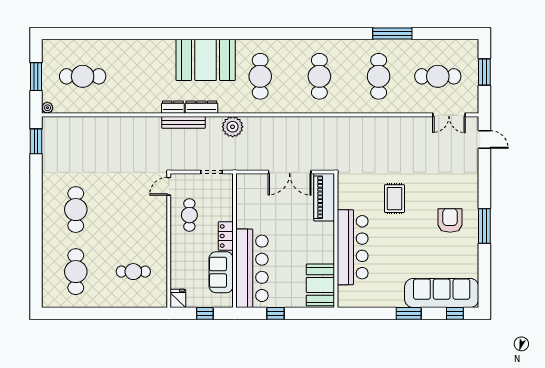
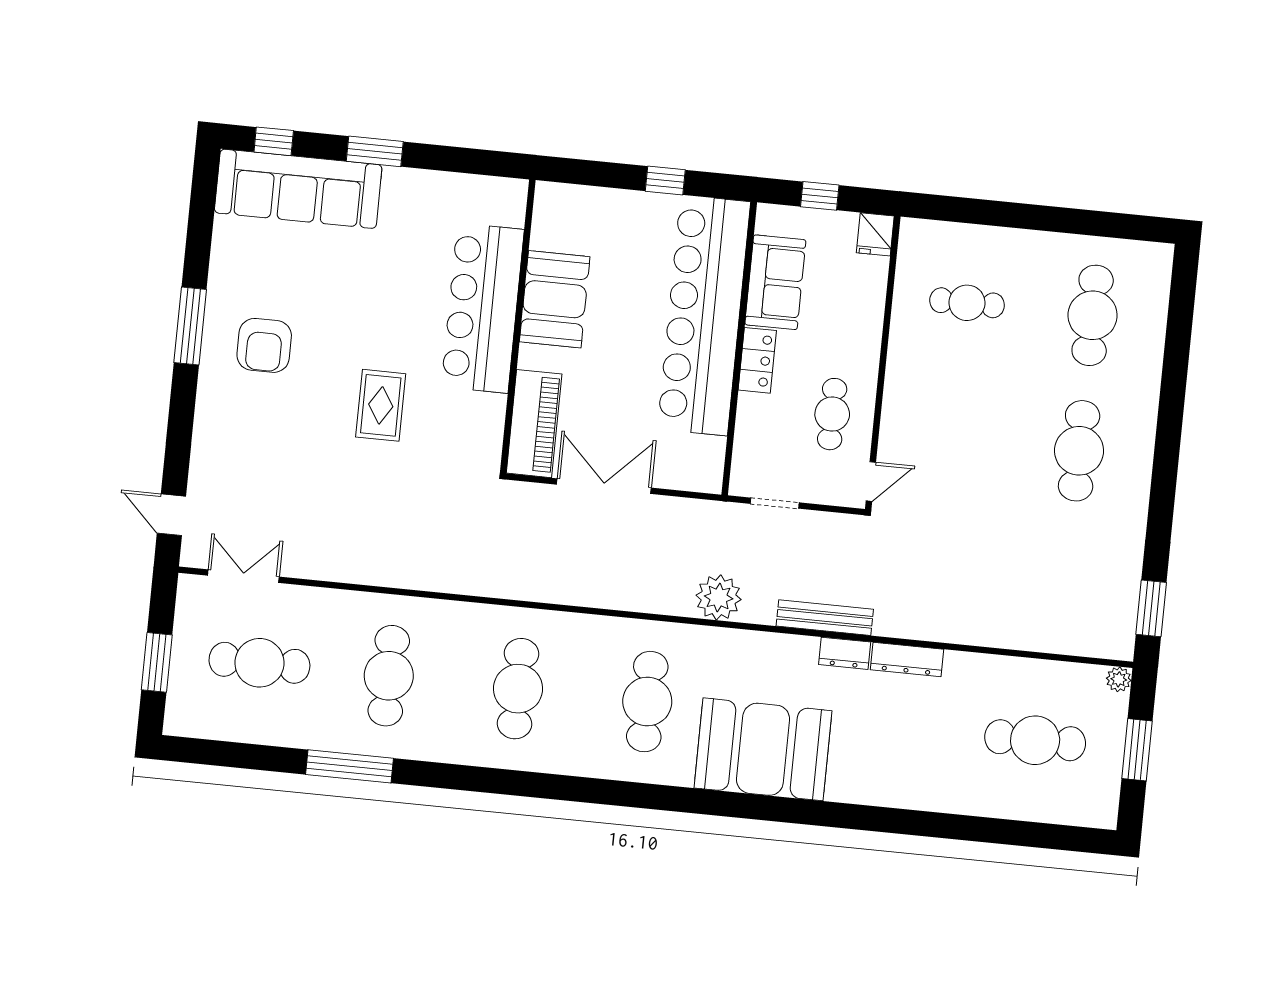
dresser: (201, 107) -> (907, 659), moved
bar counter: (252, 268) -> (704, 315), width x1.36
booth: (320, 285) -> (555, 299), moved

